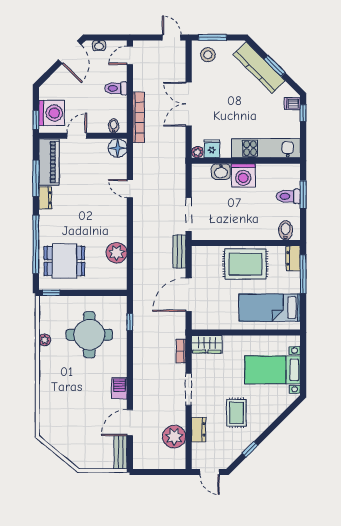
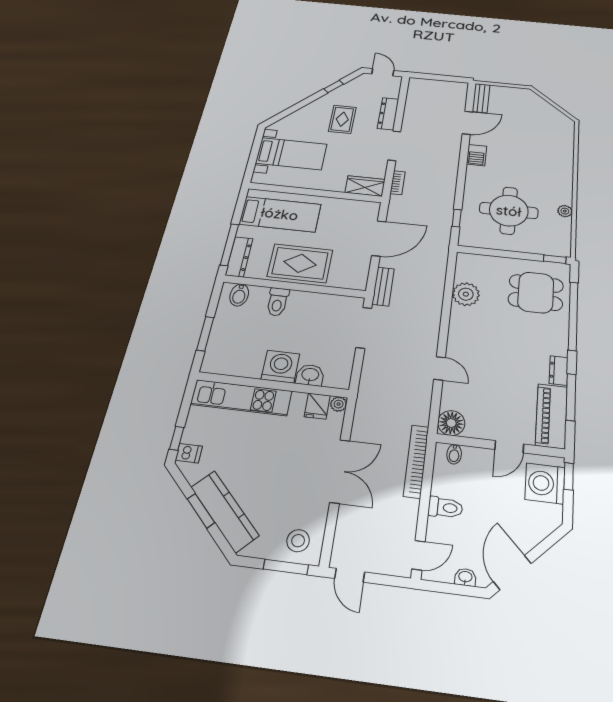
toilet: (288, 196) -> (278, 302), moved, turned 90
dresser: (293, 258) -> (239, 257), width x1.44
dresser: (198, 429) -> (388, 114), width x1.44
plant: (174, 437) -> (418, 106), removed

